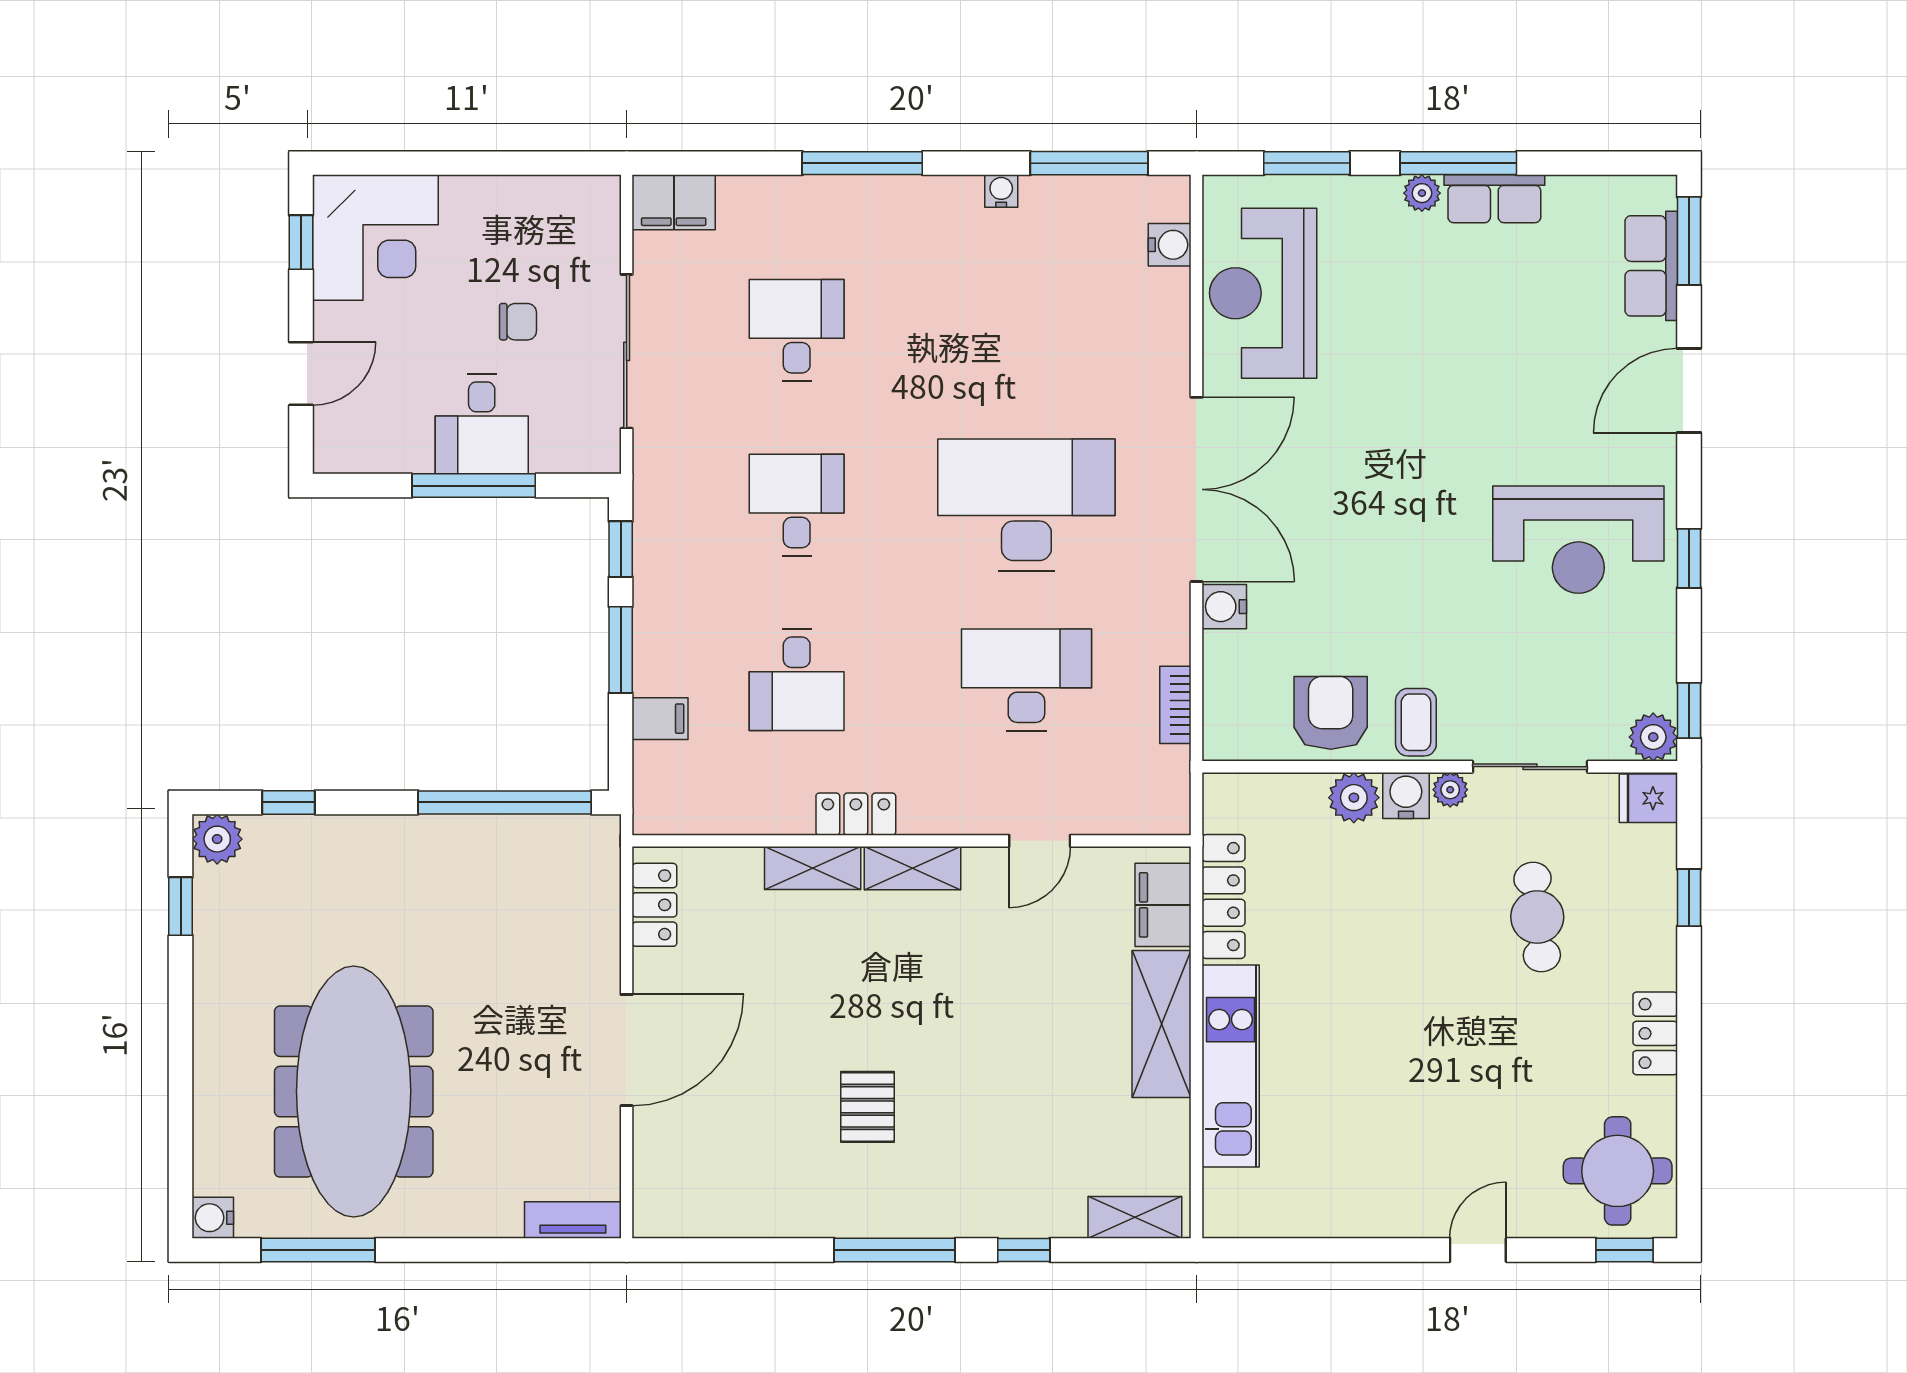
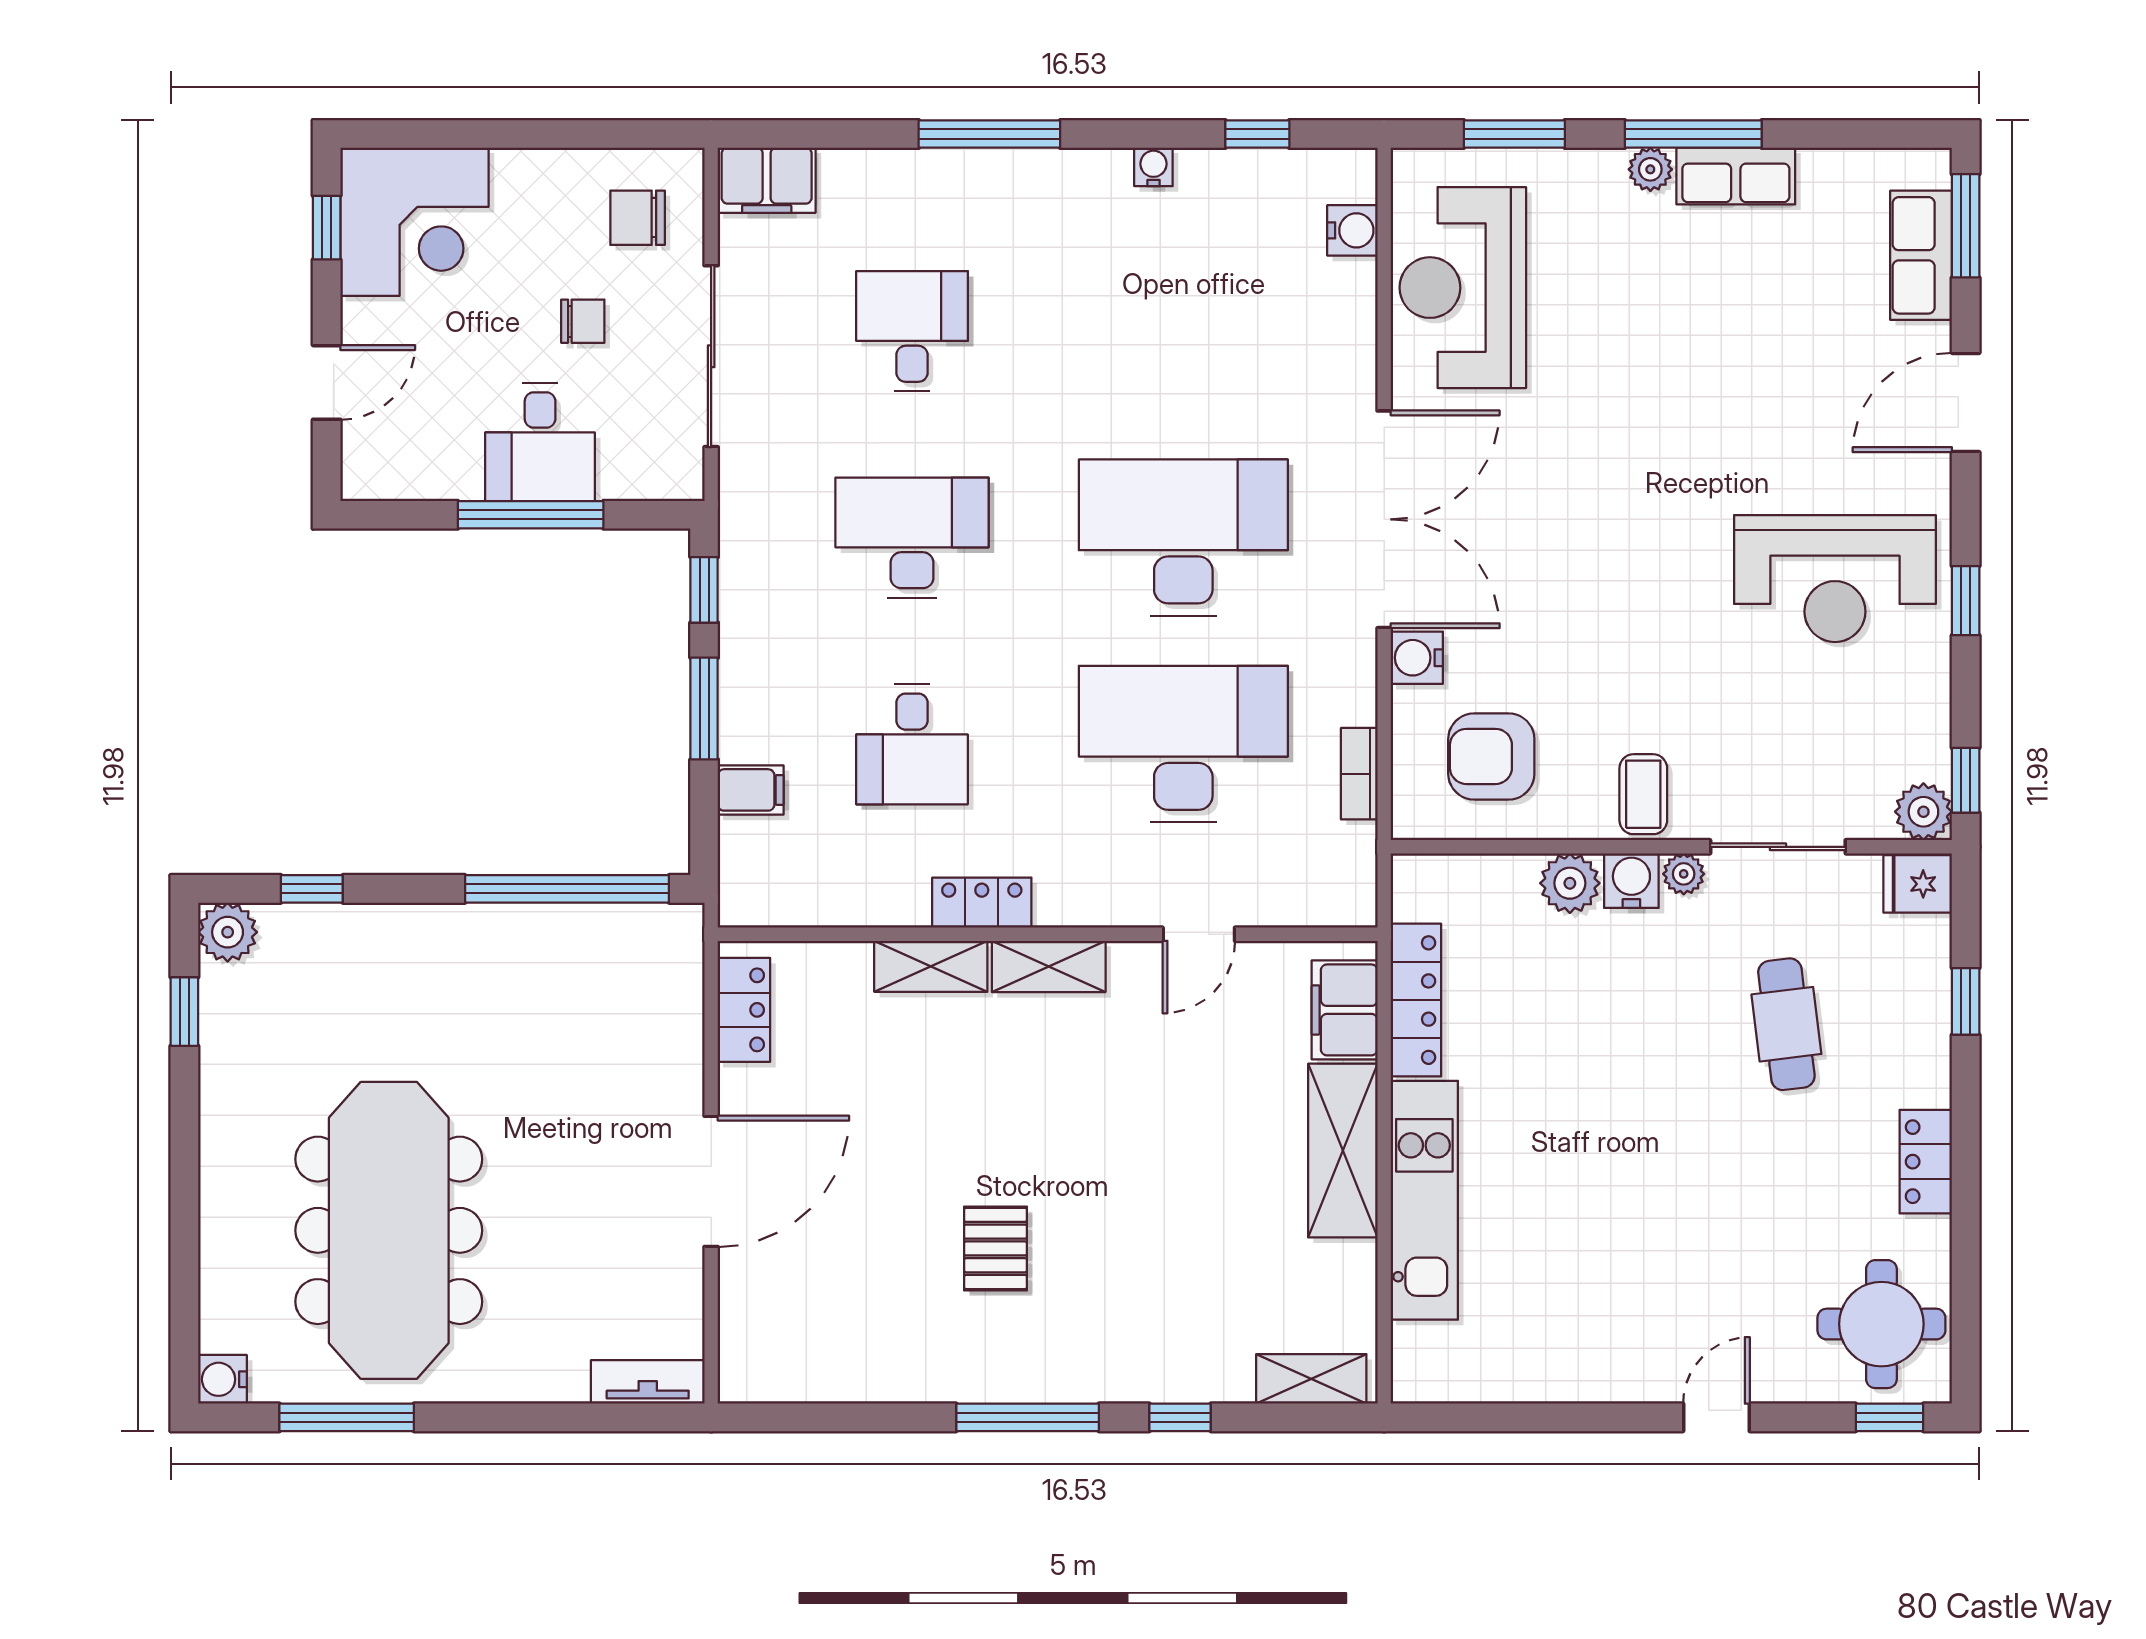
window: (1089, 163) -> (1257, 134), width x0.46
chair: (564, 234) -> (638, 218), added
desk: (797, 505) -> (912, 538), width x1.37
desk: (1026, 680) -> (1183, 744), width x1.36, depth x1.30
armchair: (1331, 713) -> (1491, 756), moved, turned -90

